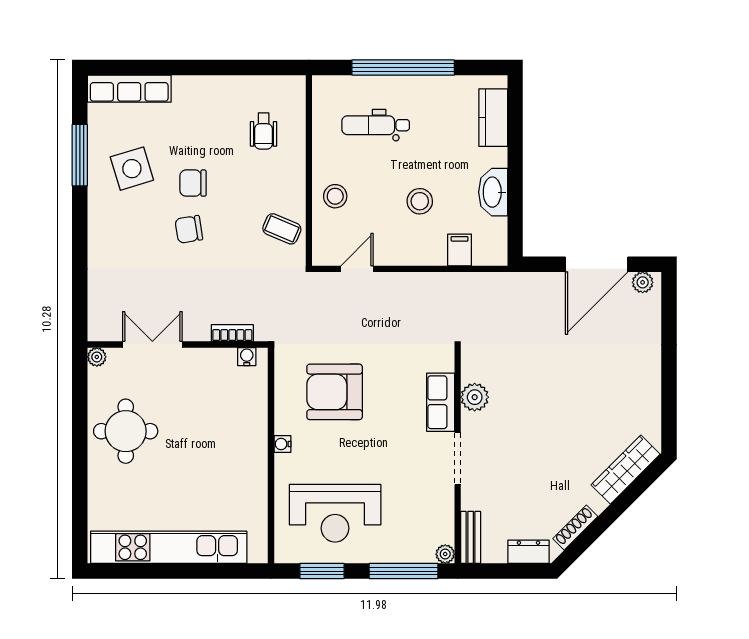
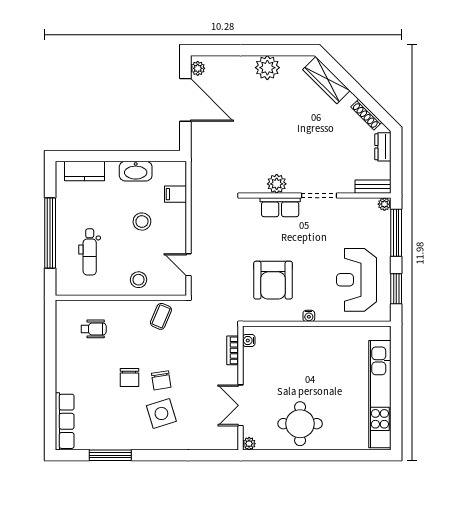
side table: (132, 169) -> (161, 413), moved
plant: (644, 384) -> (267, 68), added
reception desk: (335, 513) -> (356, 280), turned 180

